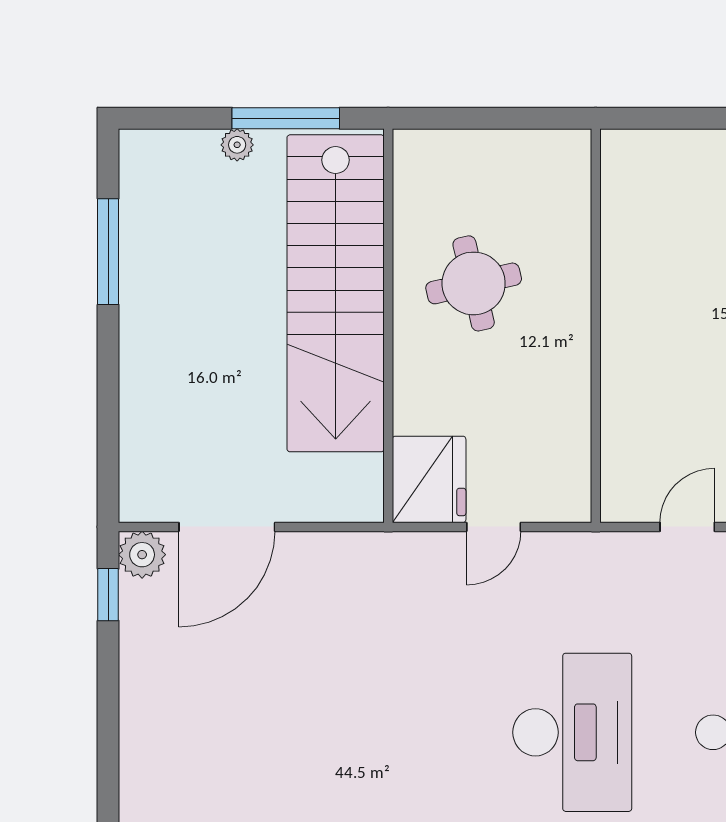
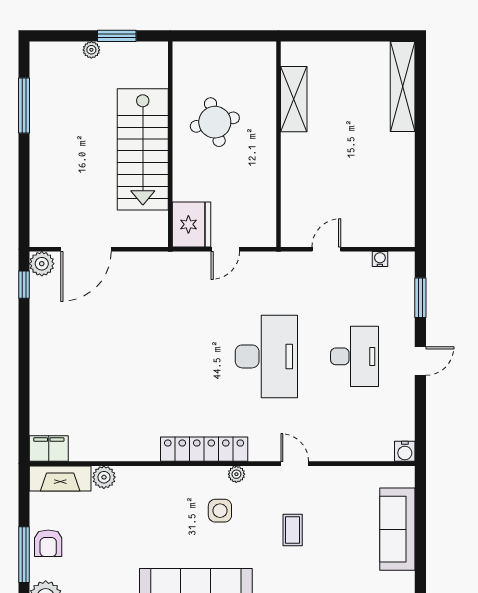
window: (286, 118) -> (117, 36), width x0.69
shelving: (625, 239) -> (294, 99), added
stairs: (336, 293) -> (143, 149), width x0.73

